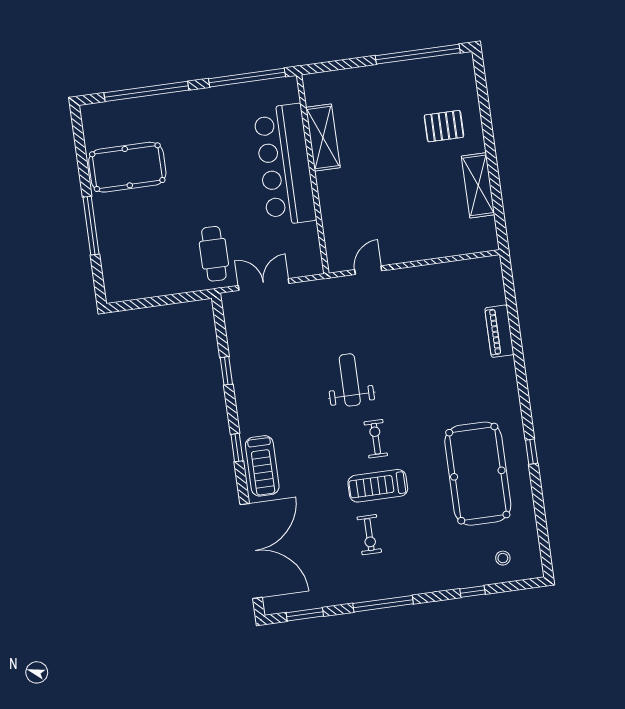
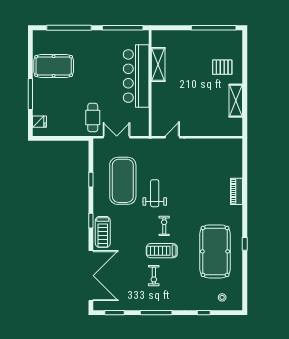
fridge: (115, 275) -> (40, 122), added
piano: (499, 331) -> (236, 191), moved
exercise mat: (287, 365) -> (123, 181), added

